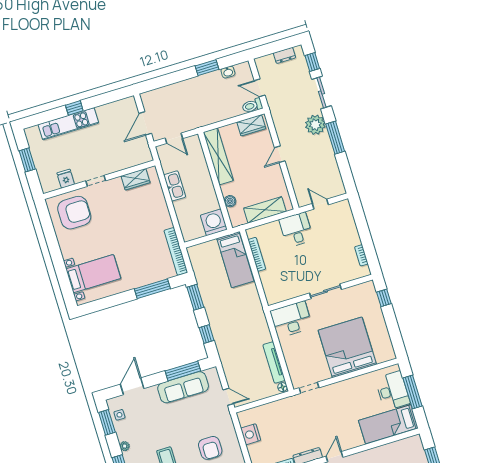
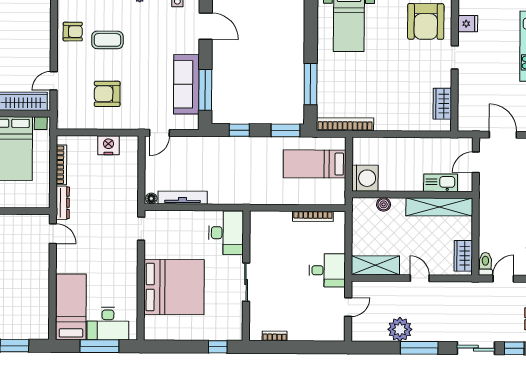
plant: (315, 125) -> (400, 329), moved
kitchen sink: (175, 186) -> (441, 183), moved, turned 180
shelving: (265, 210) -> (375, 265), moved, turned 90
bed: (235, 260) -> (315, 164), moved

